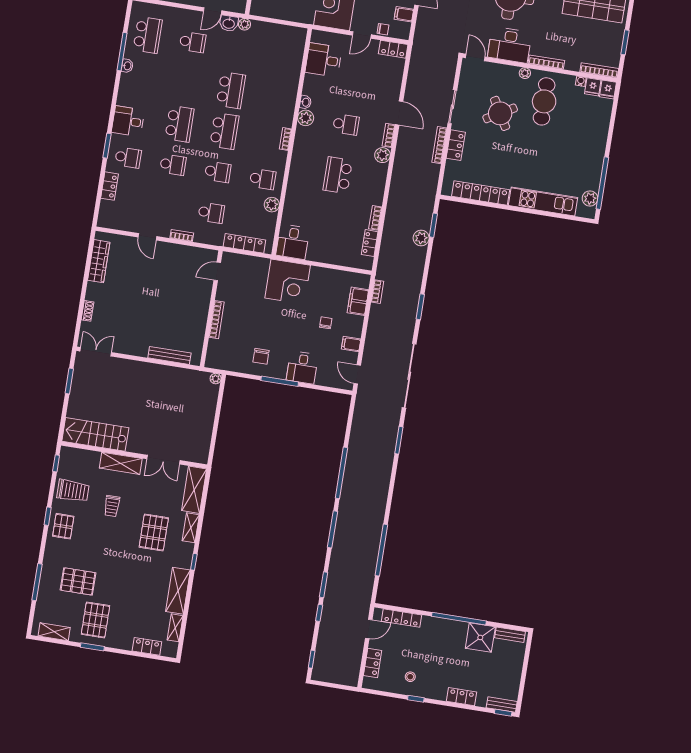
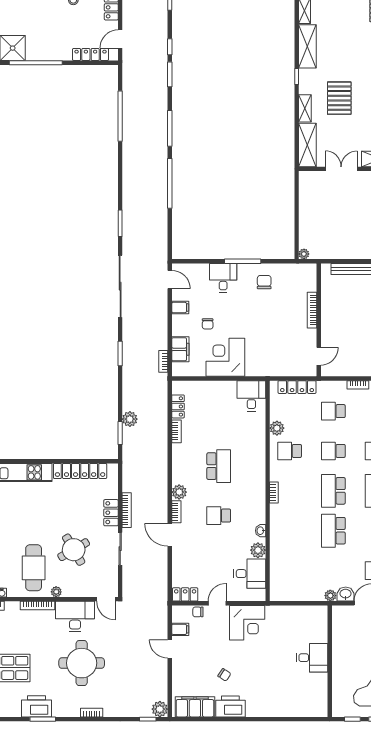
plant: (306, 118) -> (258, 550), moved
corner desk: (288, 282) -> (225, 357), moved

